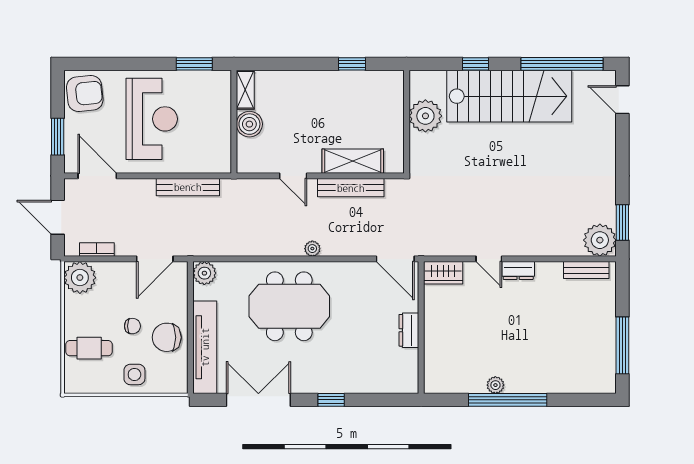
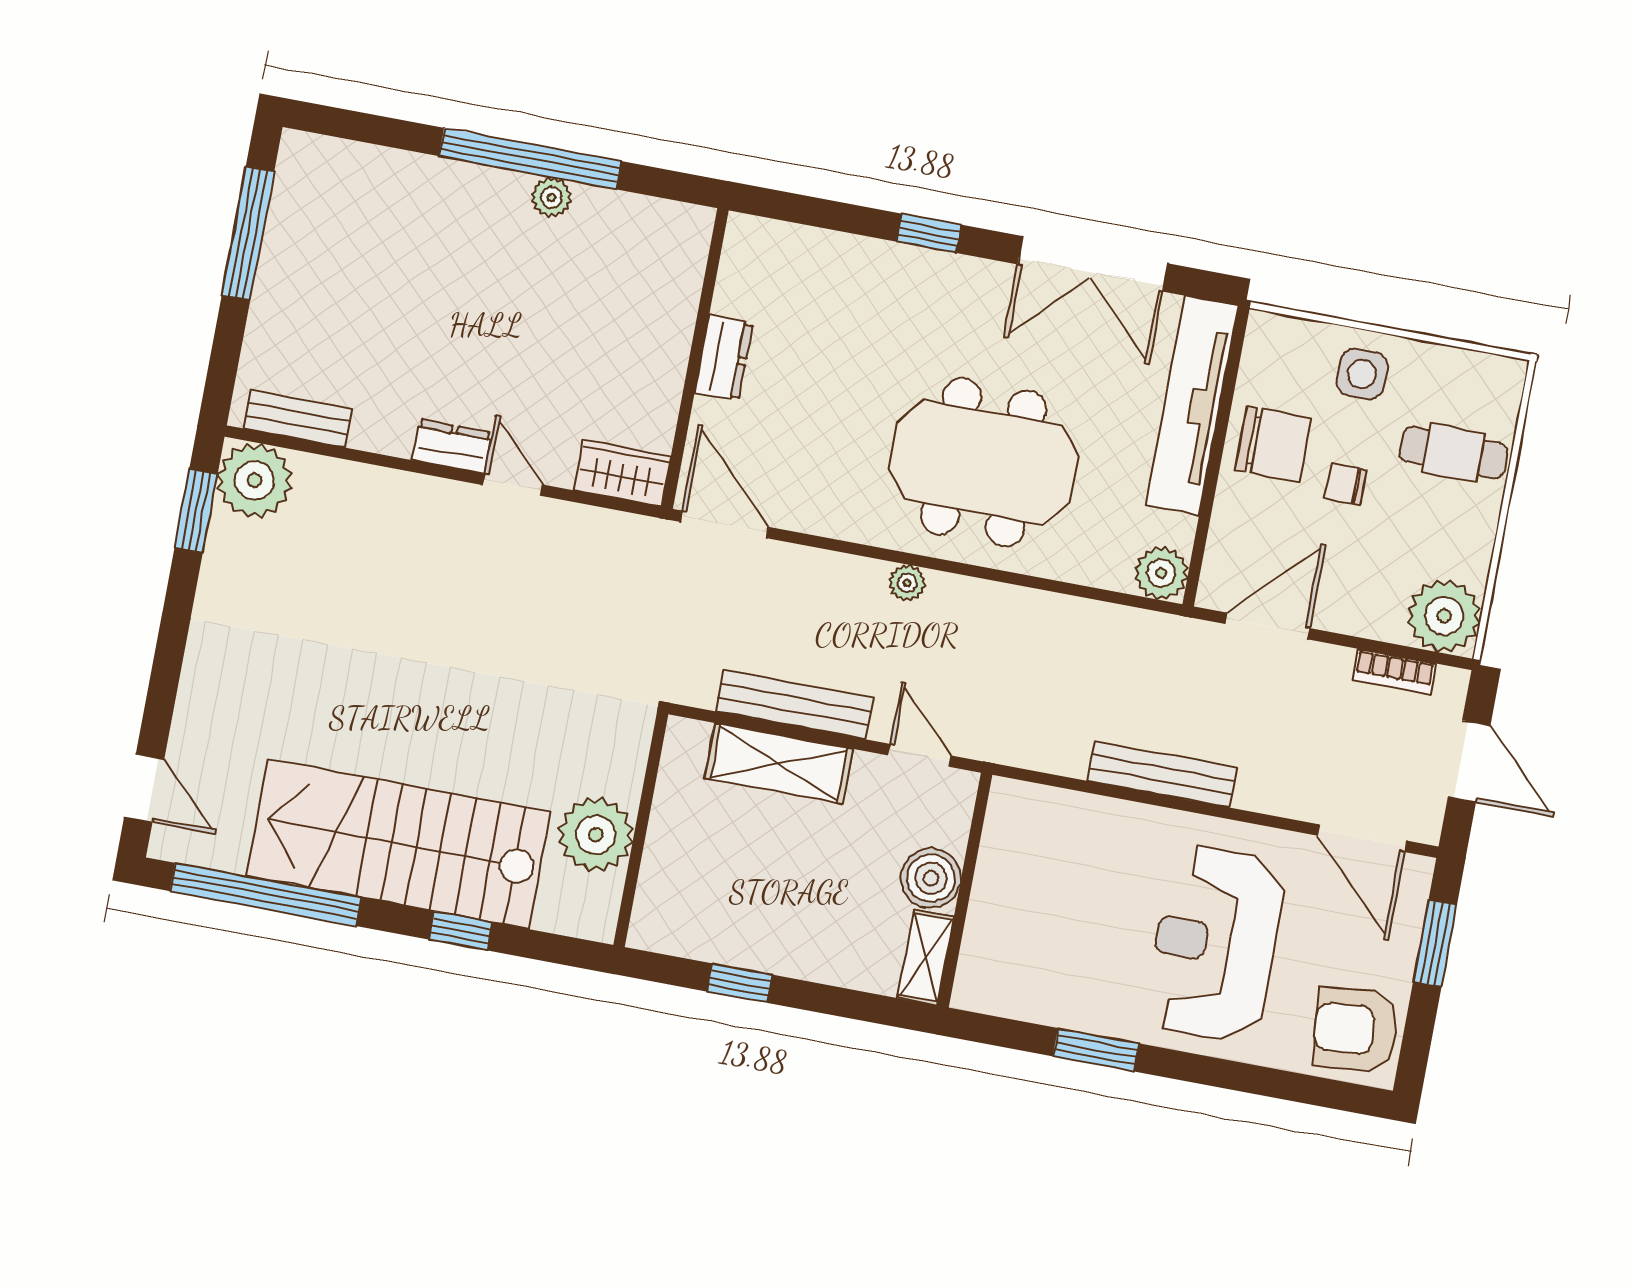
shelving: (245, 90) -> (926, 957), moved
wall: (234, 122) -> (965, 890), moved
boiler: (249, 124) -> (931, 878), moved

